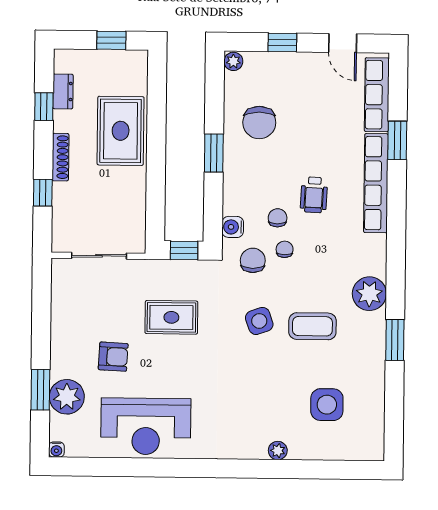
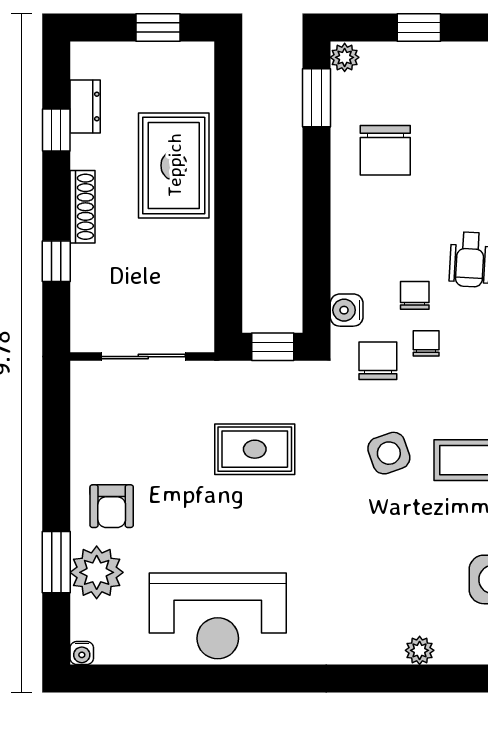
window: (214, 153) -> (316, 98), moved
armchair: (113, 357) -> (112, 506), moved, turned 87

